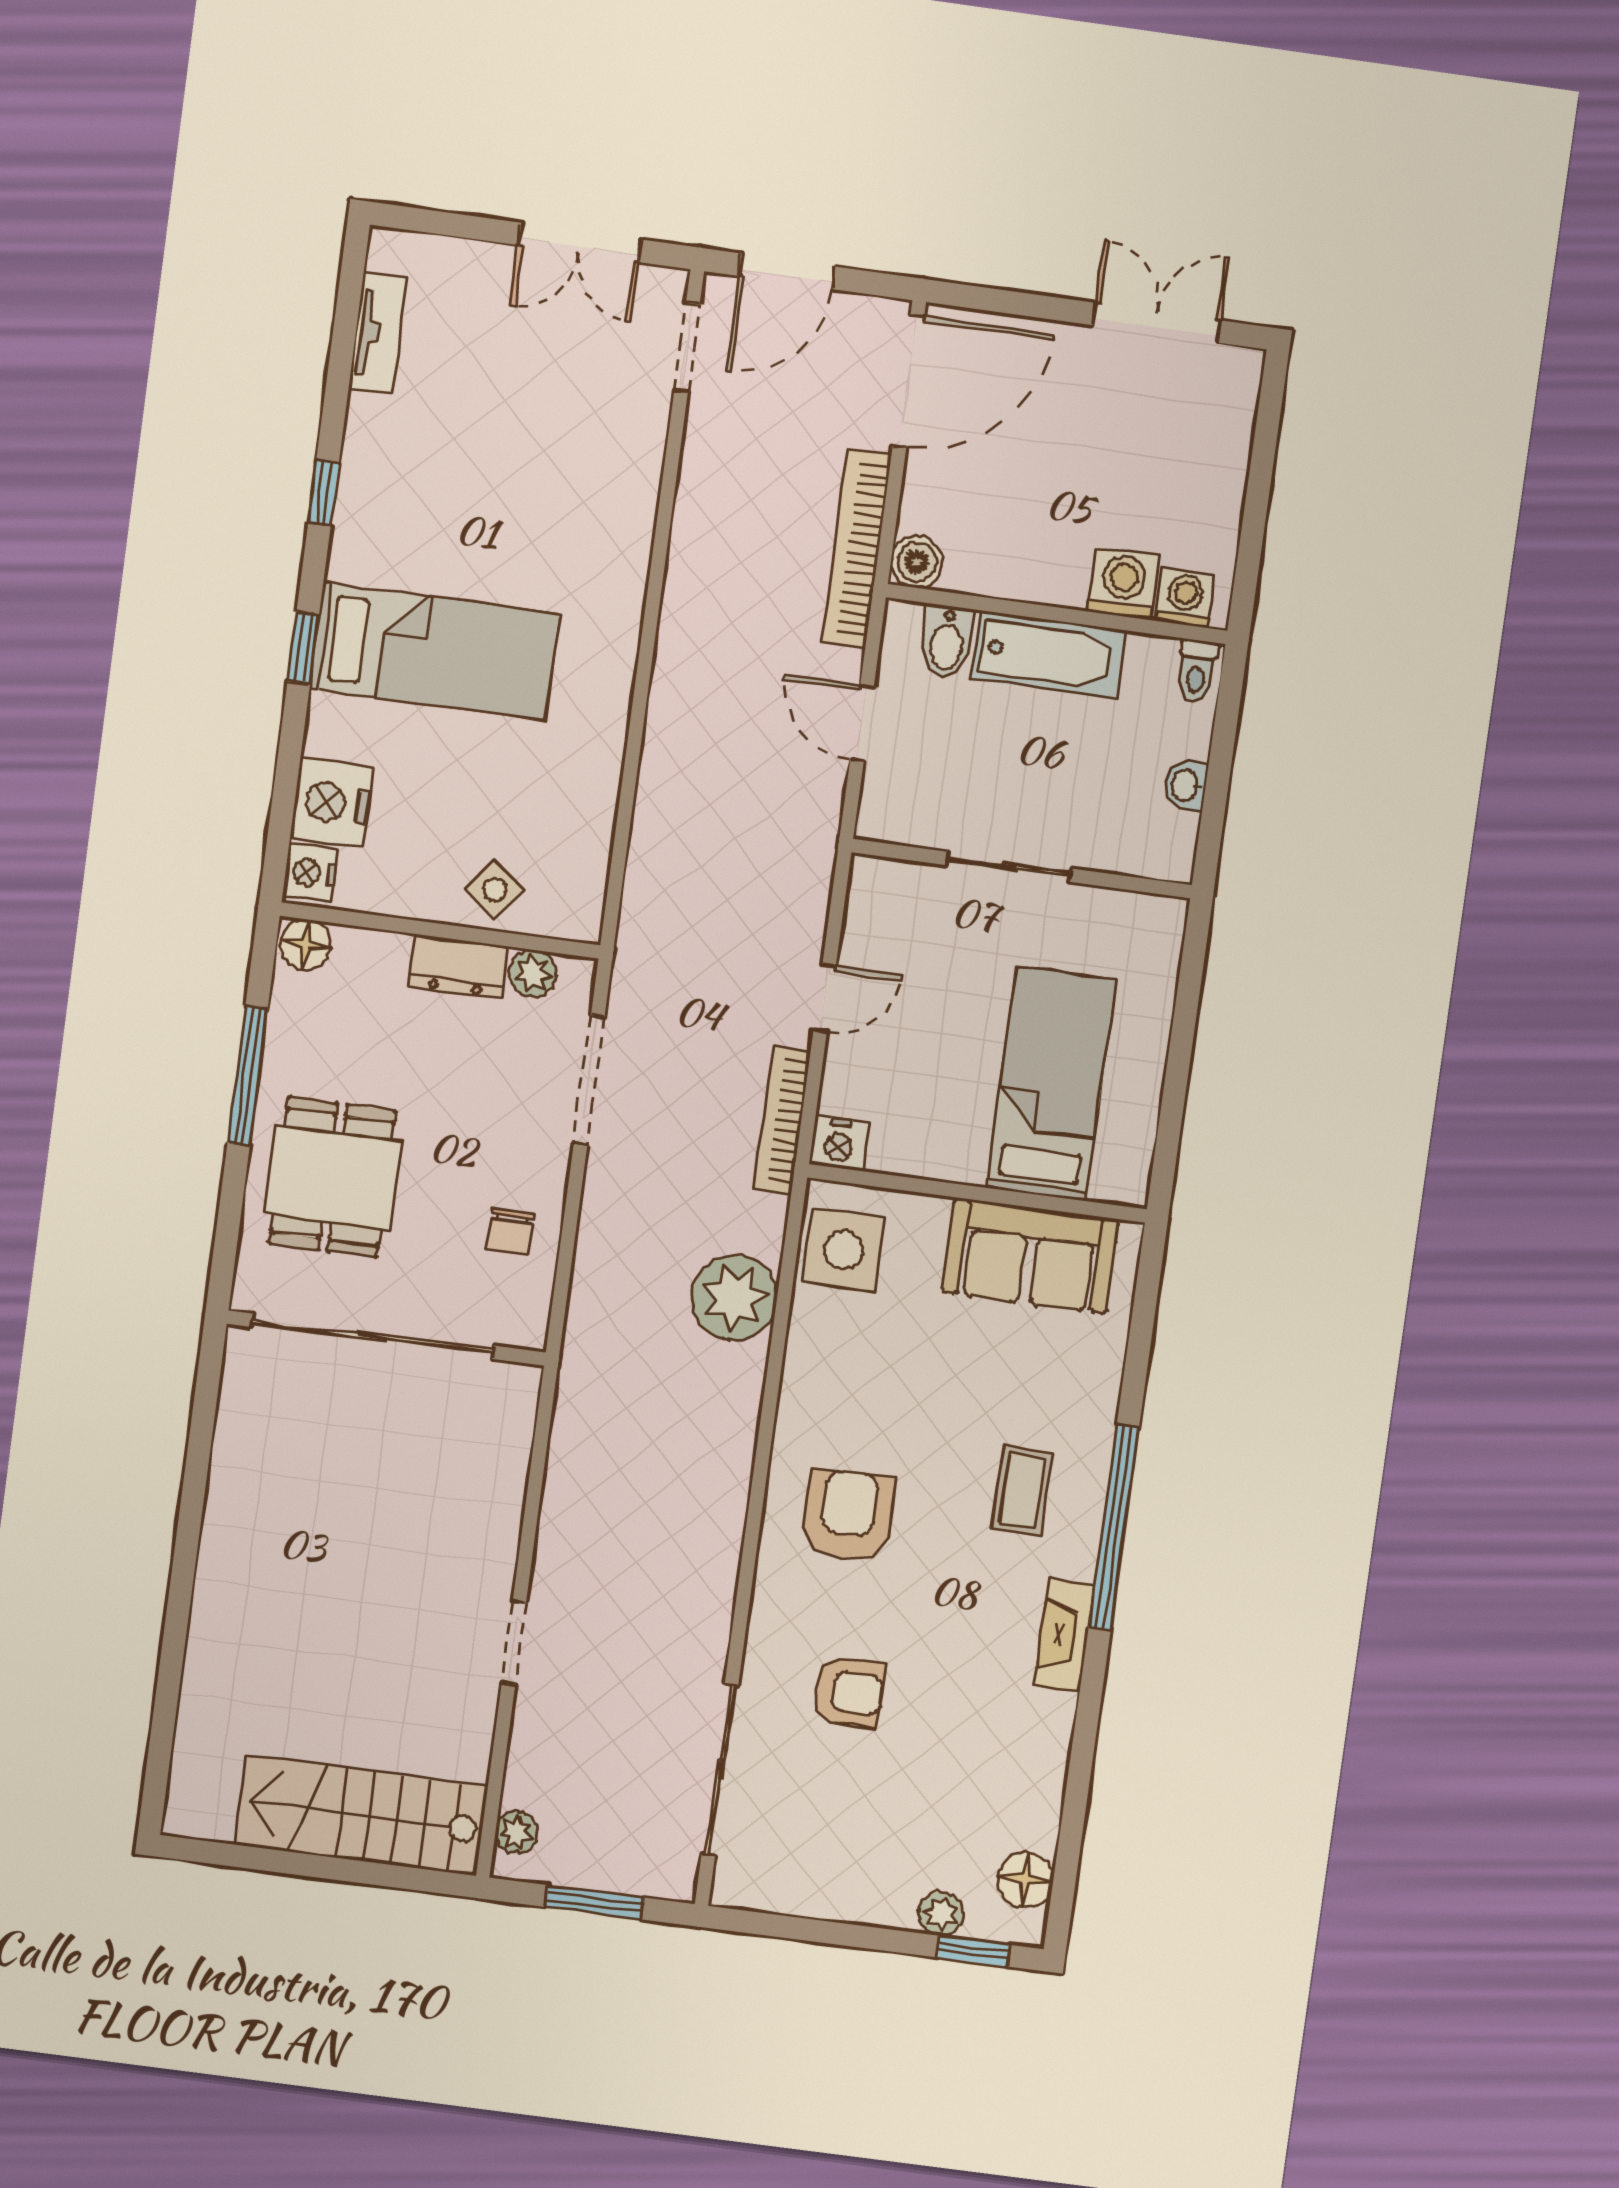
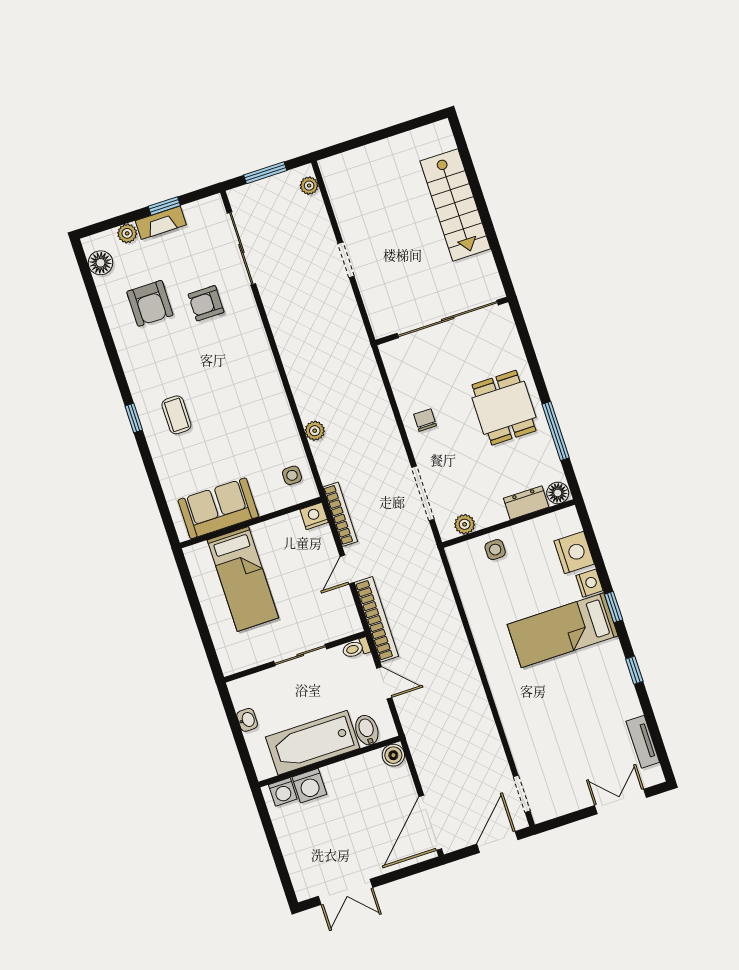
double door: (580, 242) -> (621, 801), moved
bookcase: (856, 549) -> (376, 619), moved
bathtub: (1048, 655) -> (313, 743), width x1.36, depth x1.36
toilet: (1197, 671) -> (356, 648), moved, turned -90
nightstand: (310, 873) -> (589, 583), moved
side table: (494, 890) -> (495, 550), turned -37
dresser: (458, 966) -> (526, 503), moved
side table: (844, 1250) -> (292, 475), width x0.54, depth x0.54
plant: (734, 1298) -> (315, 431), width x0.53, depth x0.53
sliding door: (372, 1336) -> (448, 319), moved
wall: (386, 1338) -> (442, 321), moved
armchair: (848, 1515) -> (150, 303), moved
window: (1114, 1527) -> (134, 418), width x0.32
fireplace: (1064, 1635) -> (161, 223), moved, turned 90
stairs: (361, 1815) -> (455, 205), moved, turned 90
window: (973, 1951) -> (164, 206), moved

